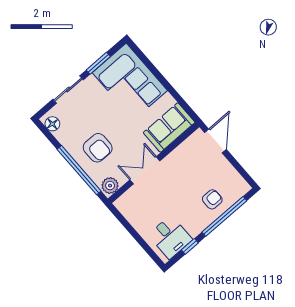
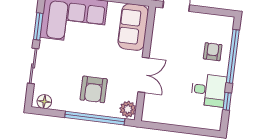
armchair: (98, 148) -> (94, 89), turned 90
double door: (145, 170) -> (143, 75), swing flipped
desk: (170, 237) -> (209, 90), moved

